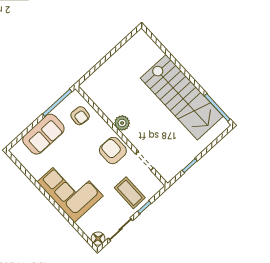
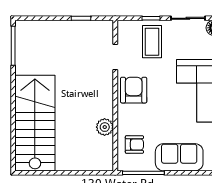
stairs: (182, 97) -> (35, 123), moved
armchair: (80, 116) -> (134, 145), turned 85
plant: (122, 123) -> (105, 127), moved
armchair: (113, 151) -> (134, 90), turned 180

